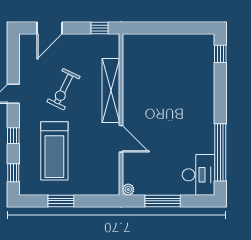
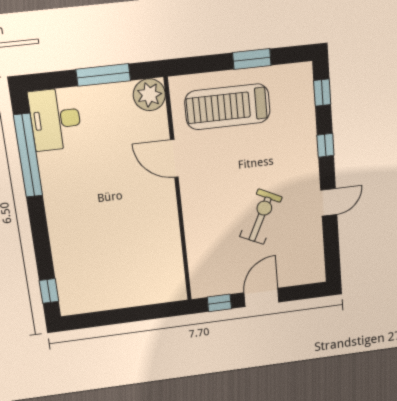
door: (49, 28) -> (262, 297), moved
shelving: (111, 90) -> (196, 223), removed
treadmill: (54, 151) -> (227, 107), moved, turned -90
plant: (128, 189) -> (149, 95), width x1.87, depth x1.87

